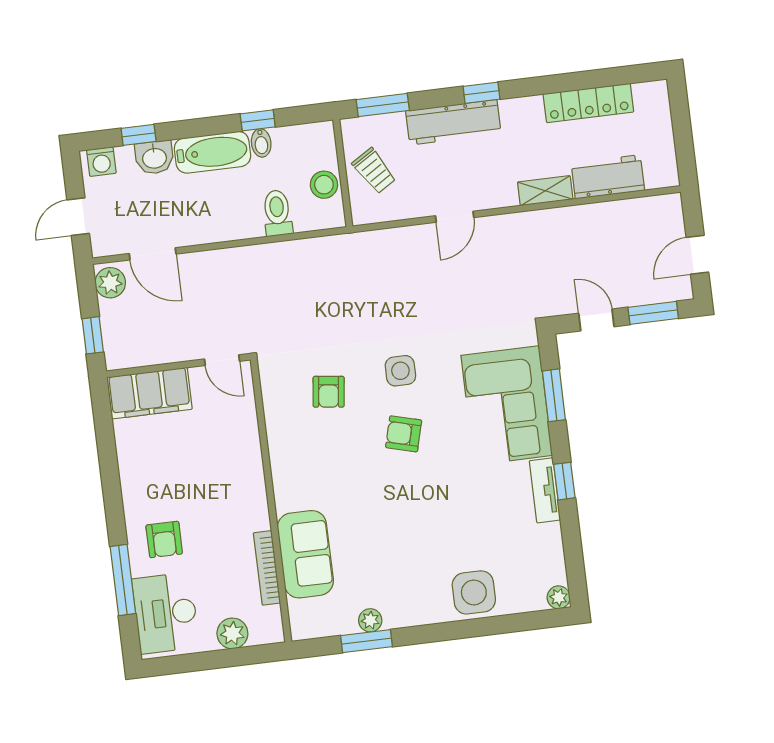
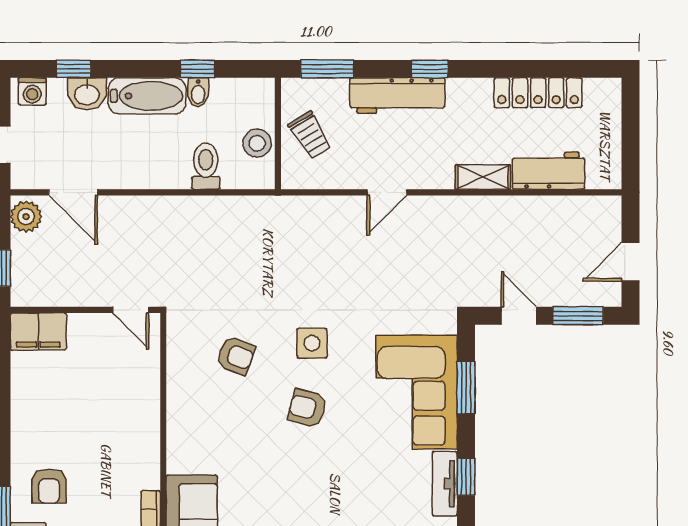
armchair: (329, 392) -> (236, 356), turned -77
filing cabinet: (149, 393) -> (38, 331), width x0.67, depth x0.86

